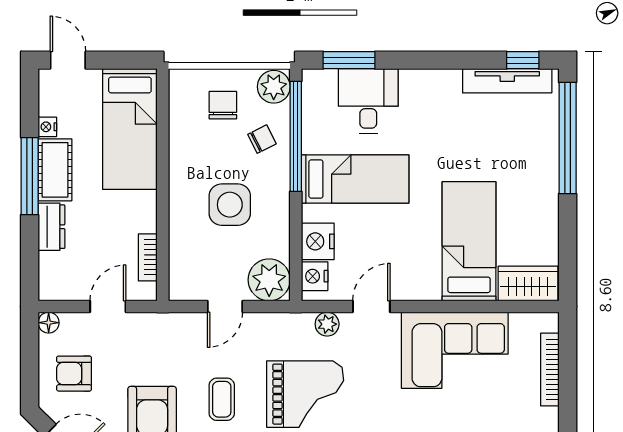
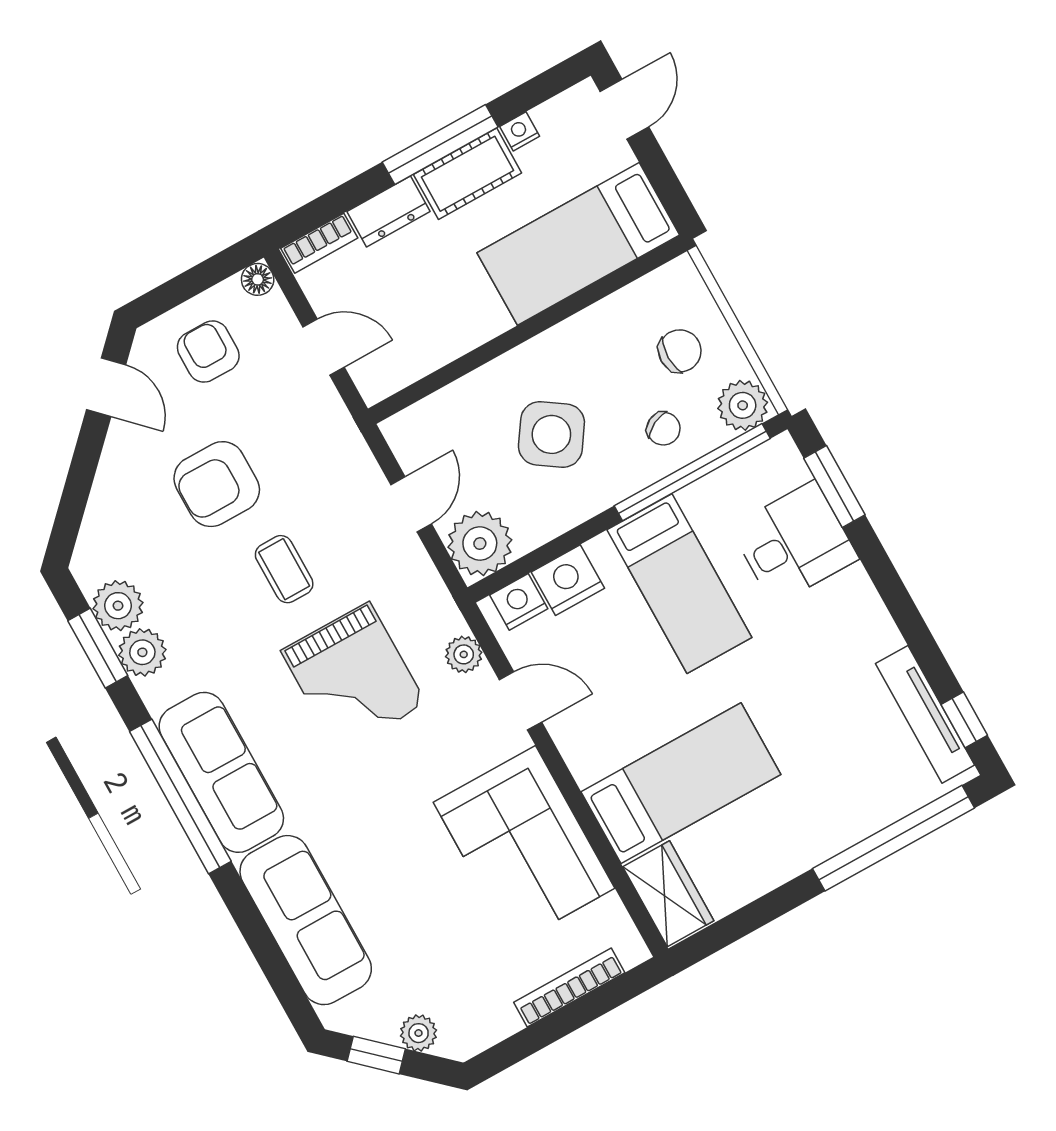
side table: (230, 205) -> (551, 434), turned 34
bookcase: (148, 257) -> (319, 243), moved, turned 180
door: (225, 307) -> (411, 504), swing flipped
coffee table: (222, 399) -> (284, 569), turned 90

